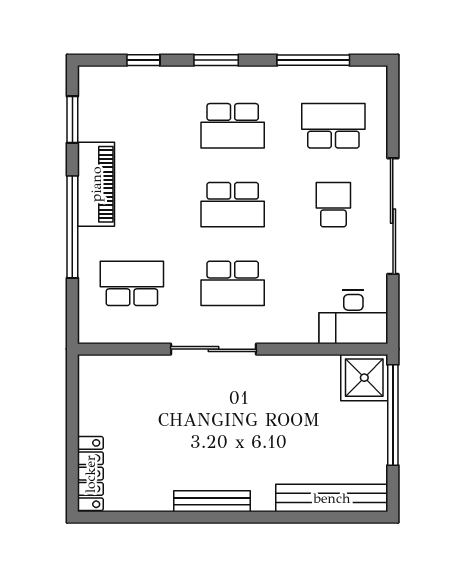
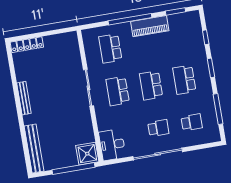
school desk: (333, 126) -> (192, 122), width x0.54
school desk: (132, 283) -> (110, 48), turned 180

